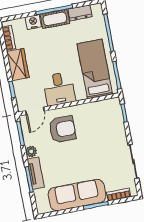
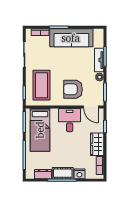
door: (35, 111) -> (91, 107), swing flipped
coffee table: (104, 127) -> (42, 85), added

